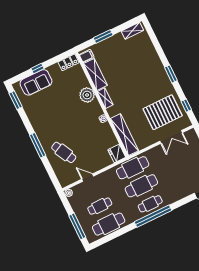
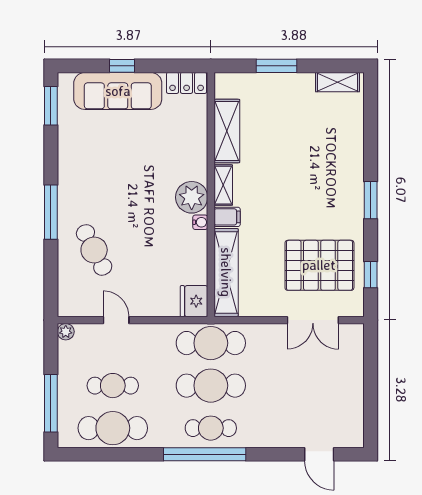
filing cabinet: (87, 56) -> (227, 217), moved
sofa: (36, 82) -> (118, 91), width x1.36
plant: (87, 95) -> (192, 197), moved

